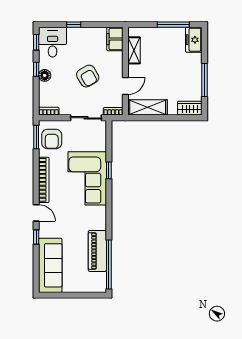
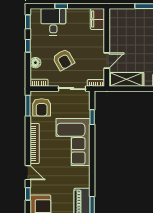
desk: (53, 42) -> (53, 22), moved
shelving: (134, 50) -> (114, 29), removed
floor lamp: (45, 75) -> (35, 63), moved
armchair: (88, 76) -> (64, 60), moved
window: (109, 170) -> (92, 117), moved

